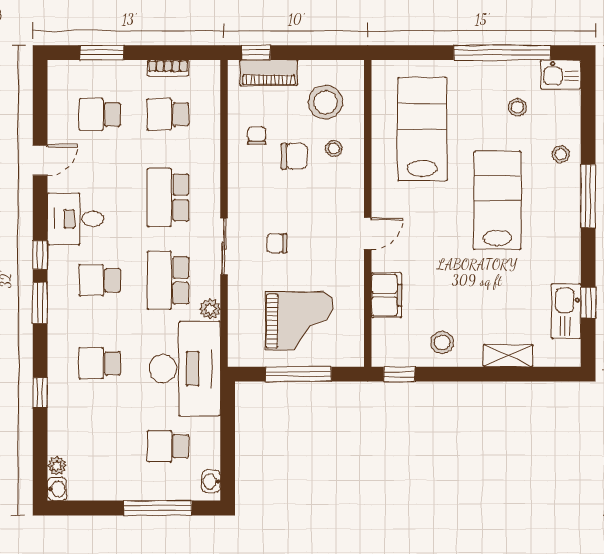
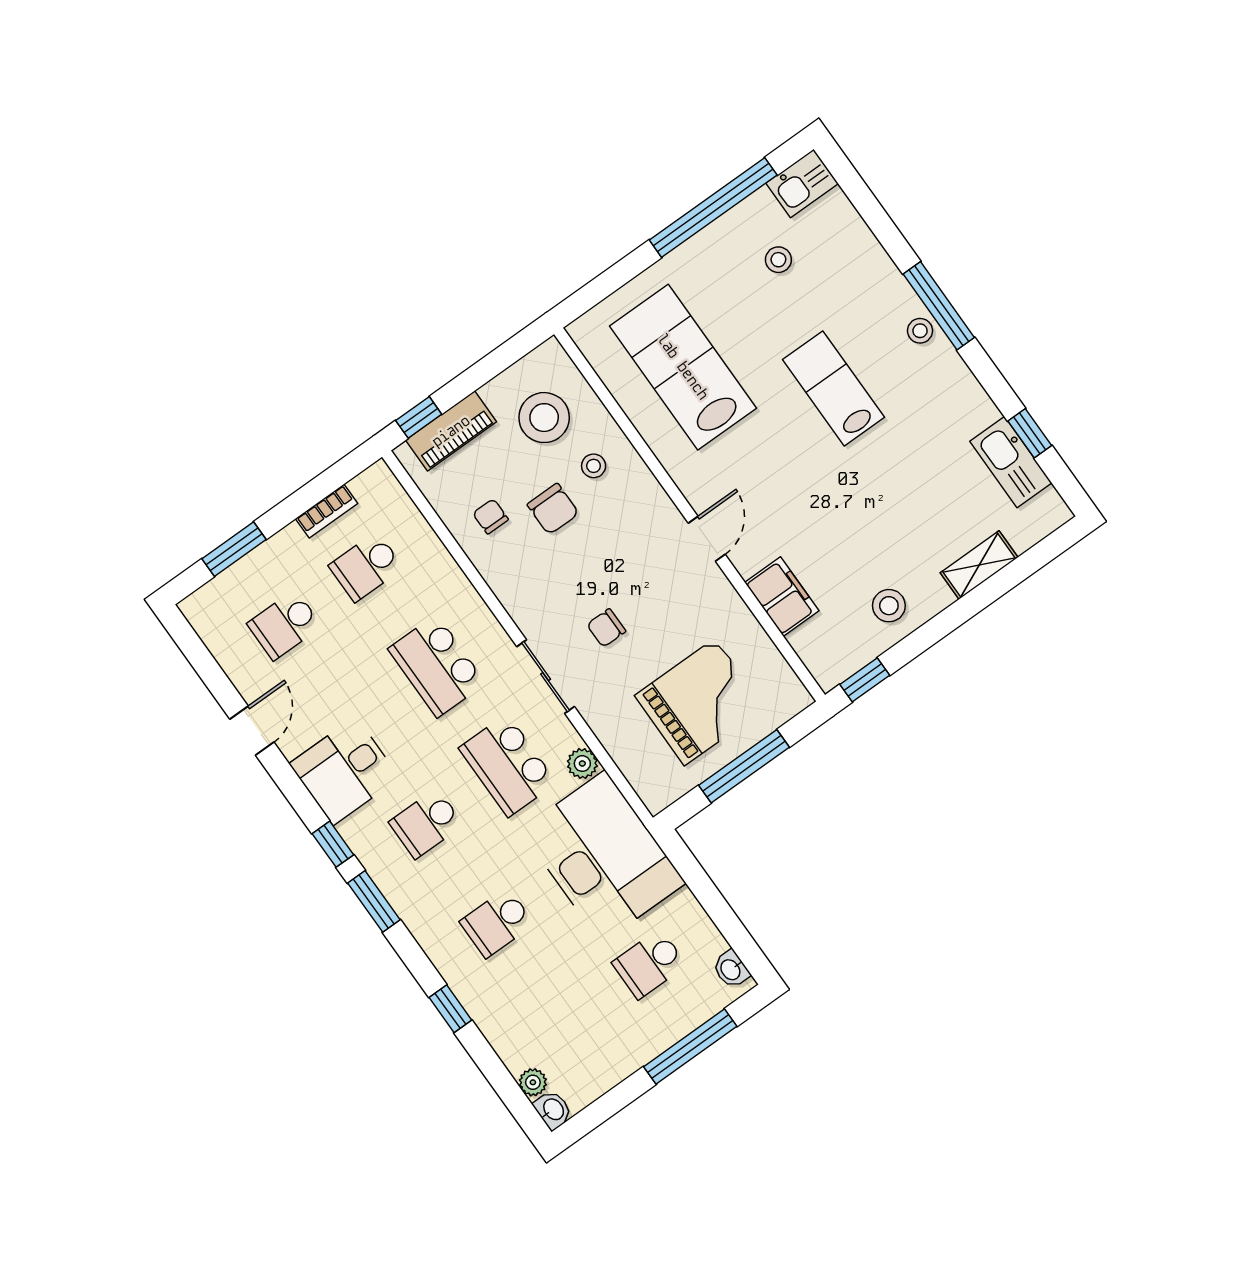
stool: (561, 154) -> (920, 331), moved
chair: (294, 156) -> (553, 509), turned 90
lab bench: (497, 200) -> (833, 388), width x0.73, depth x0.72

